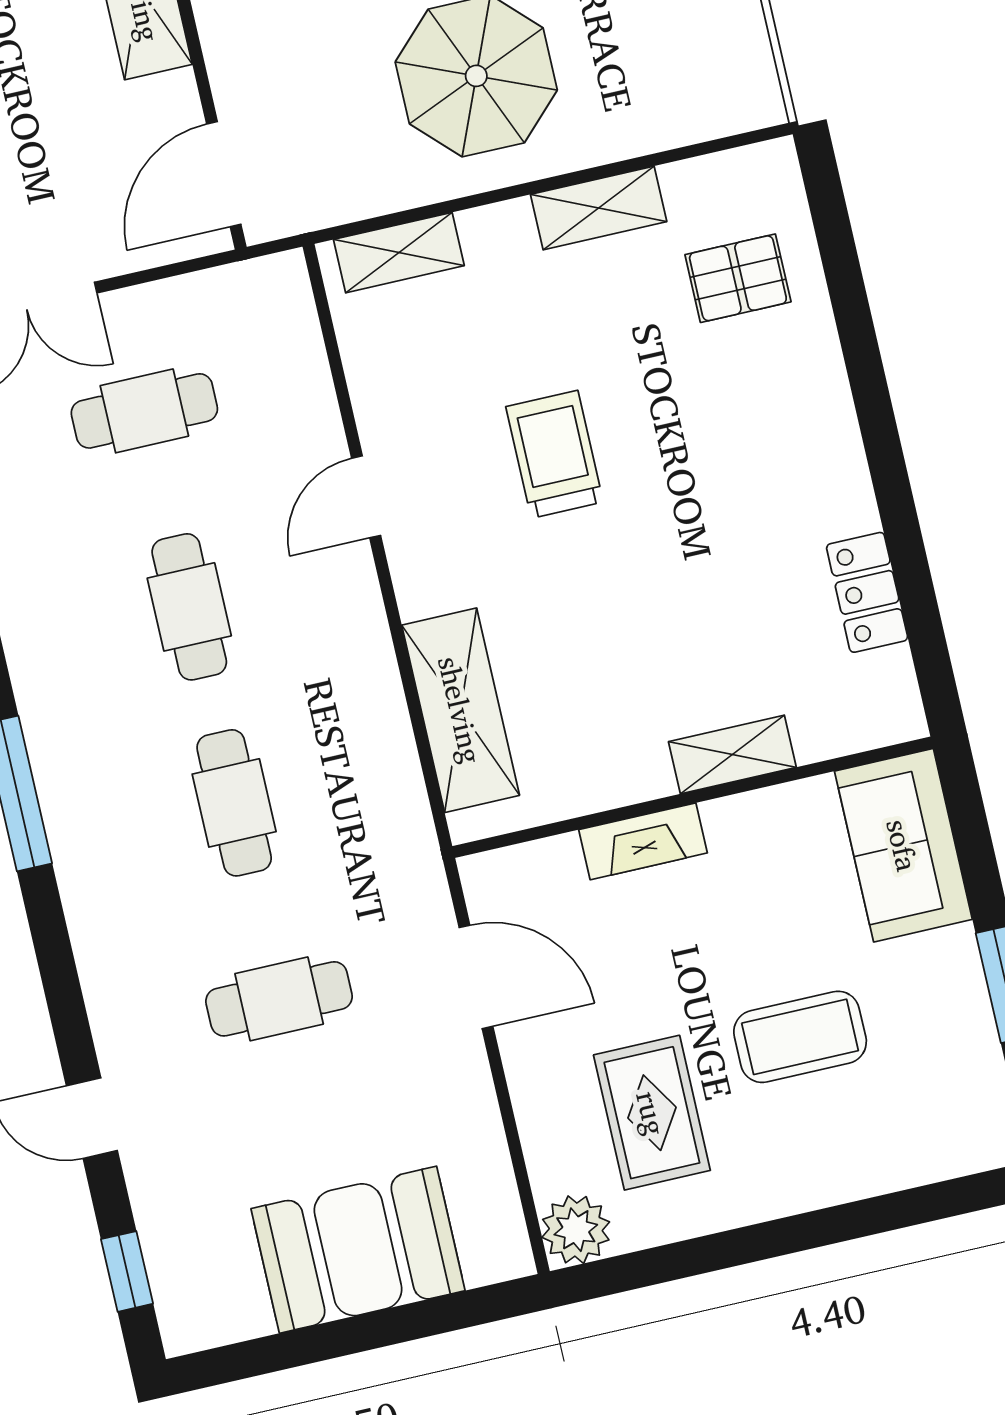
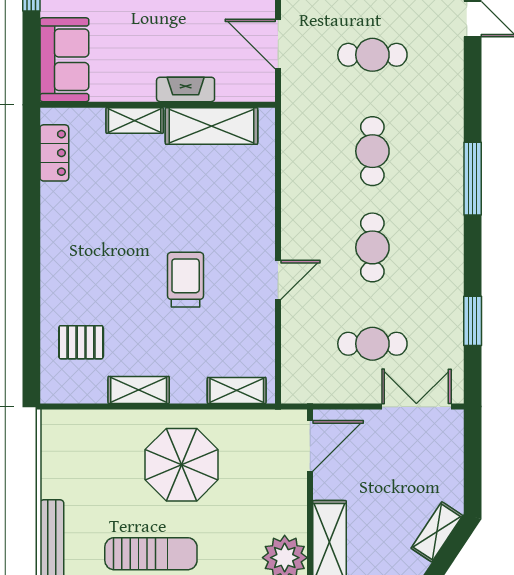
trolley: (555, 454) -> (186, 280), turned 180
locker: (867, 592) -> (54, 153), moved
shelving: (461, 710) -> (212, 126), moved, turned 90

